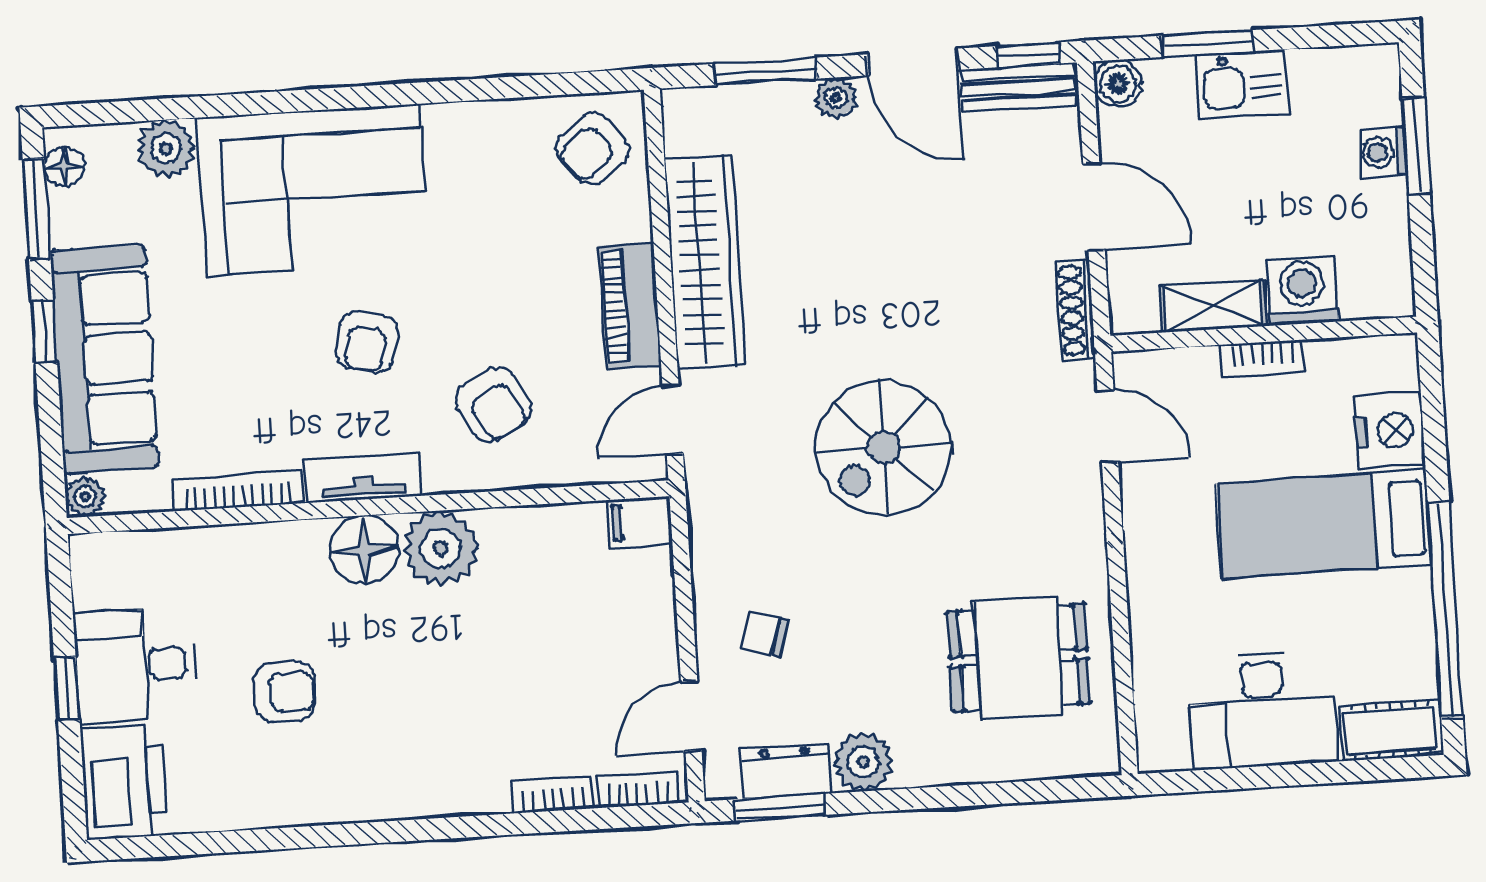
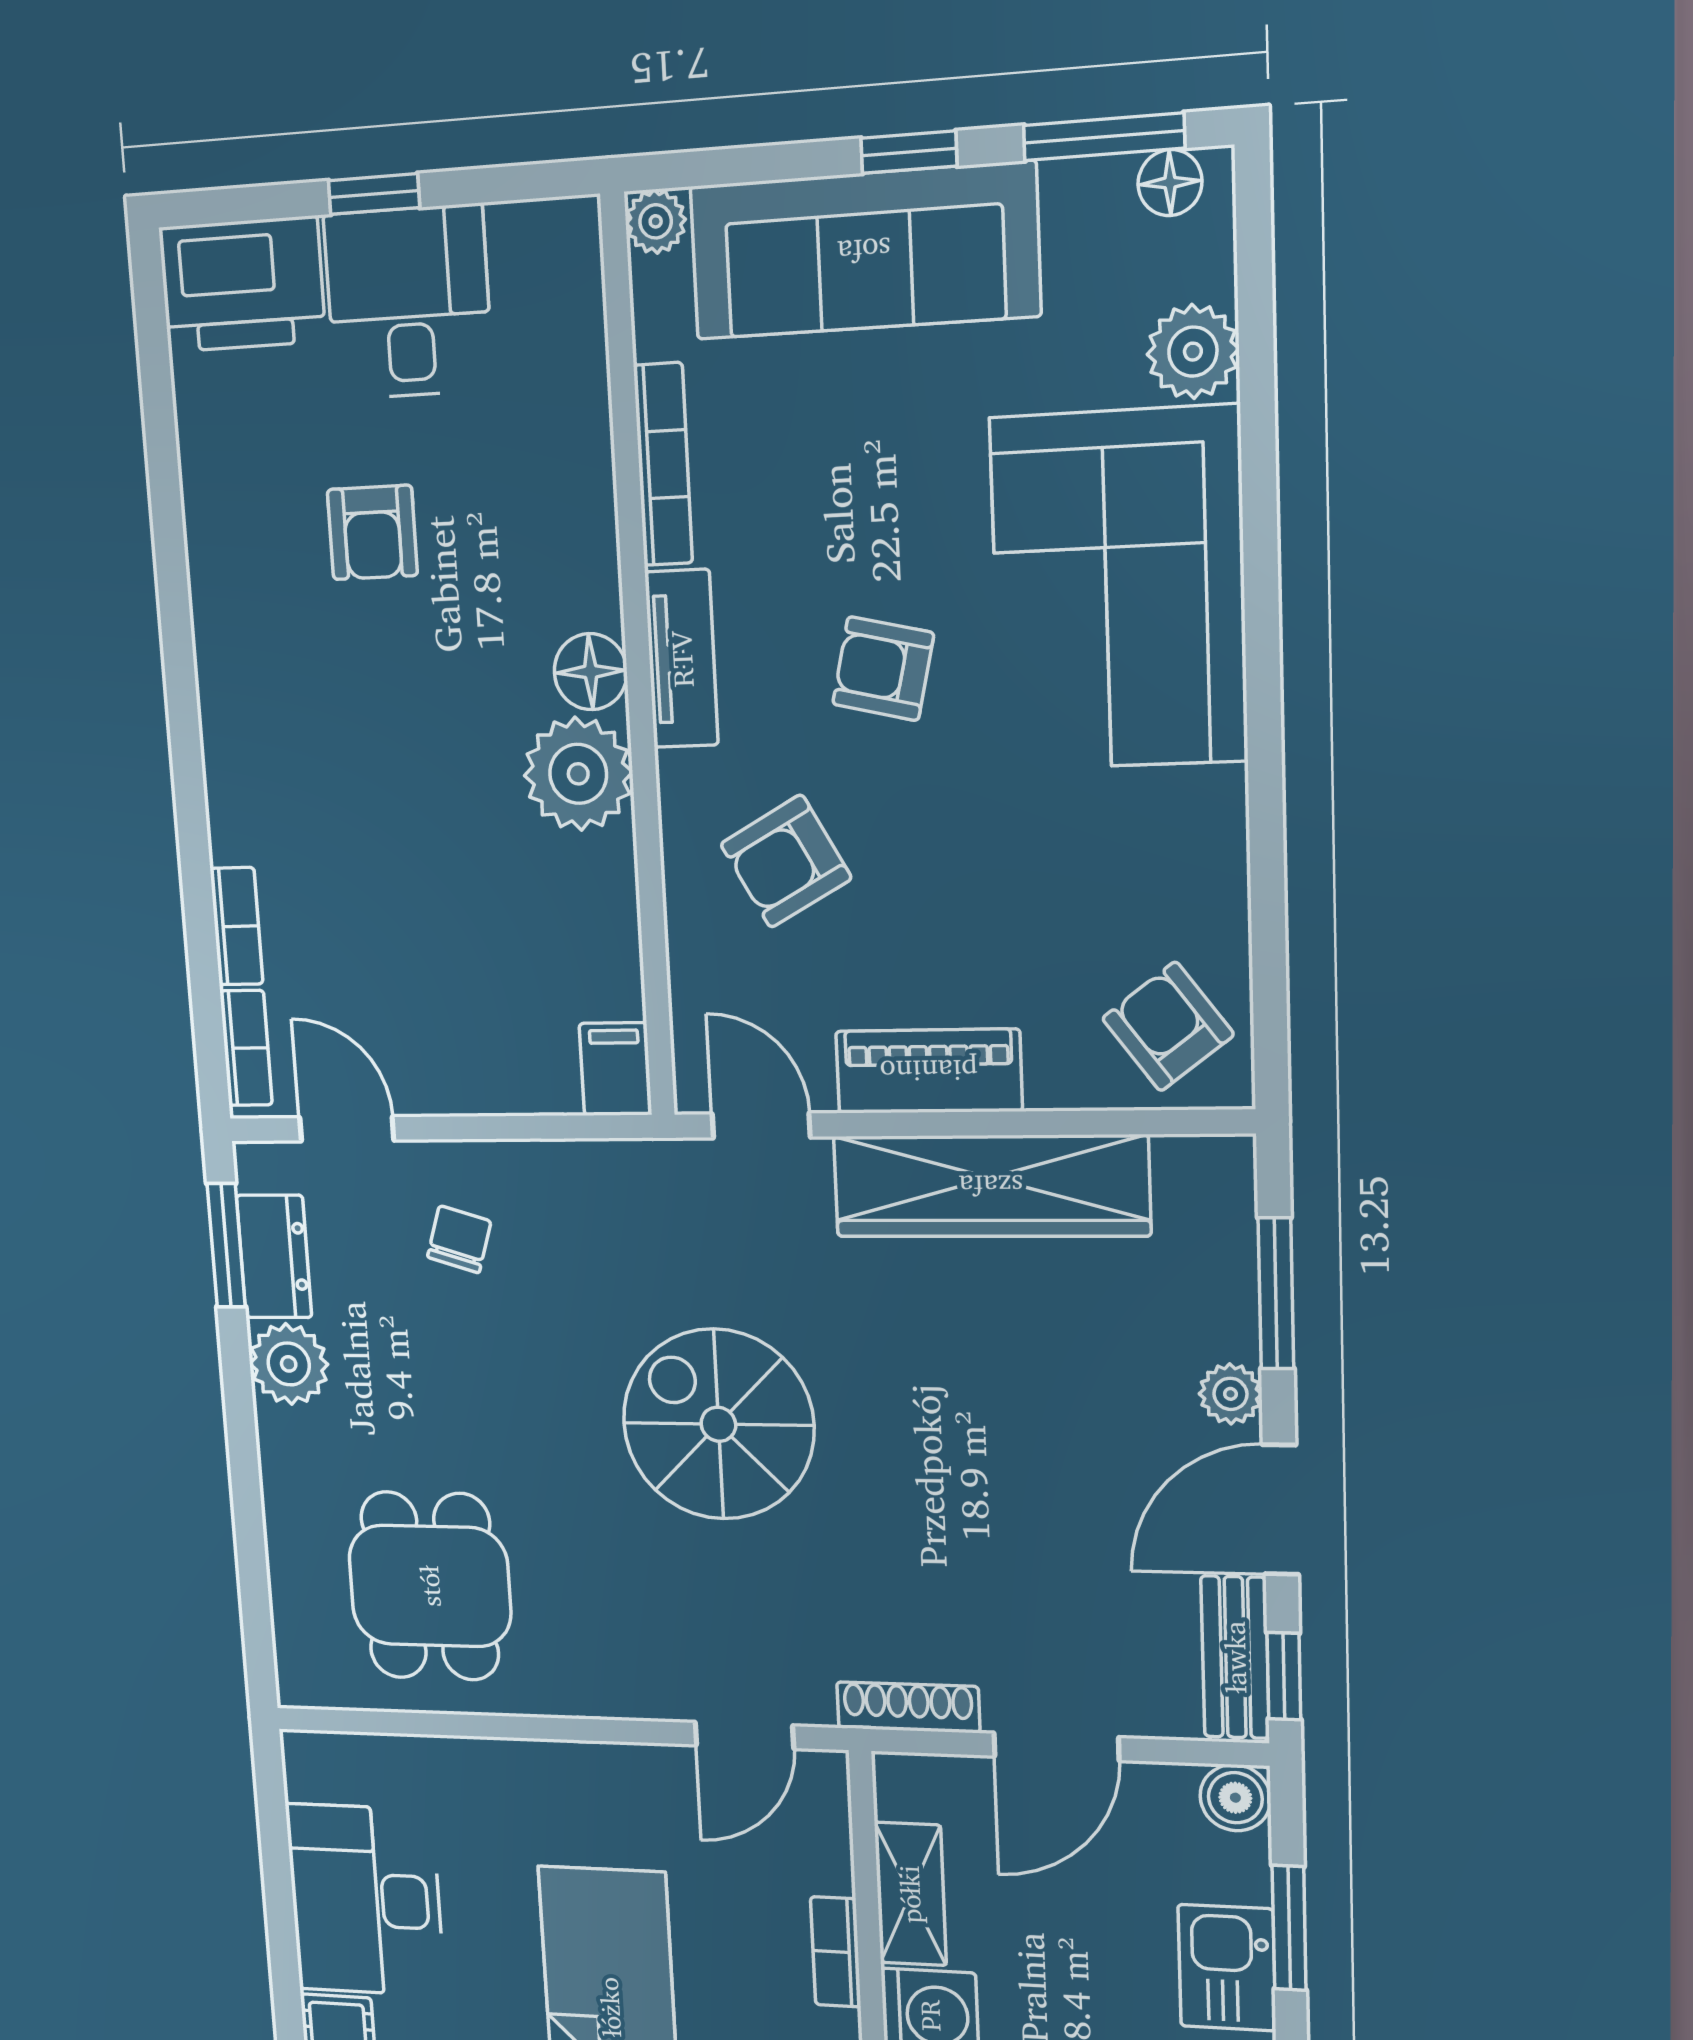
floor lamp: (364, 550) -> (591, 672), width x0.73, depth x0.73

